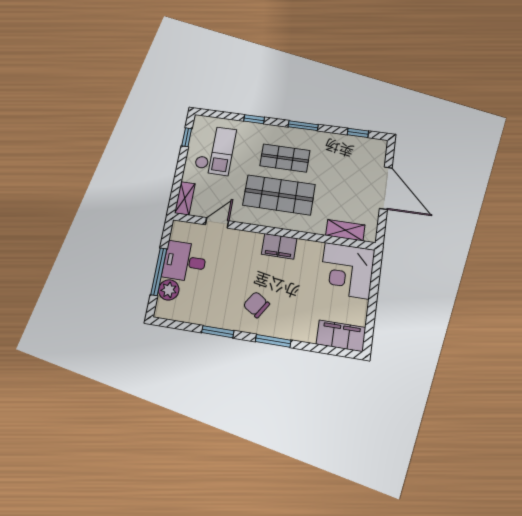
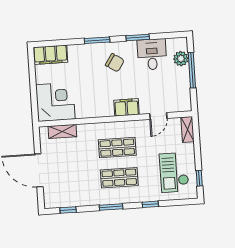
shop shelf: (279, 195) -> (117, 148), width x0.70, depth x0.74
filing cabinet: (279, 246) -> (127, 107), moved
desk: (185, 261) -> (152, 54), moved, turned -90

